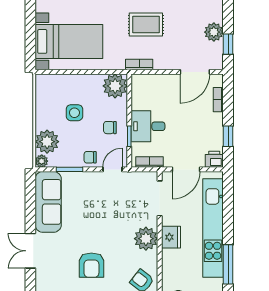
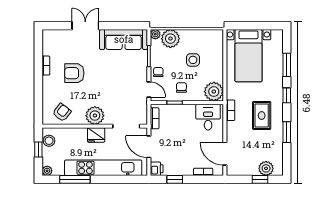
plant: (214, 32) -> (266, 168), moved
window: (228, 44) -> (260, 179), moved
desk: (148, 126) -> (208, 117), moved

